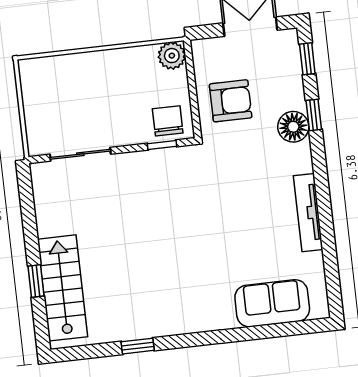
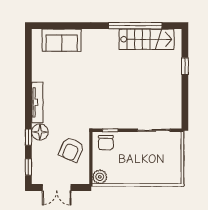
armchair: (231, 101) -> (71, 149), turned -66
tv unit: (308, 213) -> (37, 102), moved
stairs: (63, 288) -> (147, 39), moved, turned -90
window: (138, 346) -> (135, 26), width x3.17

